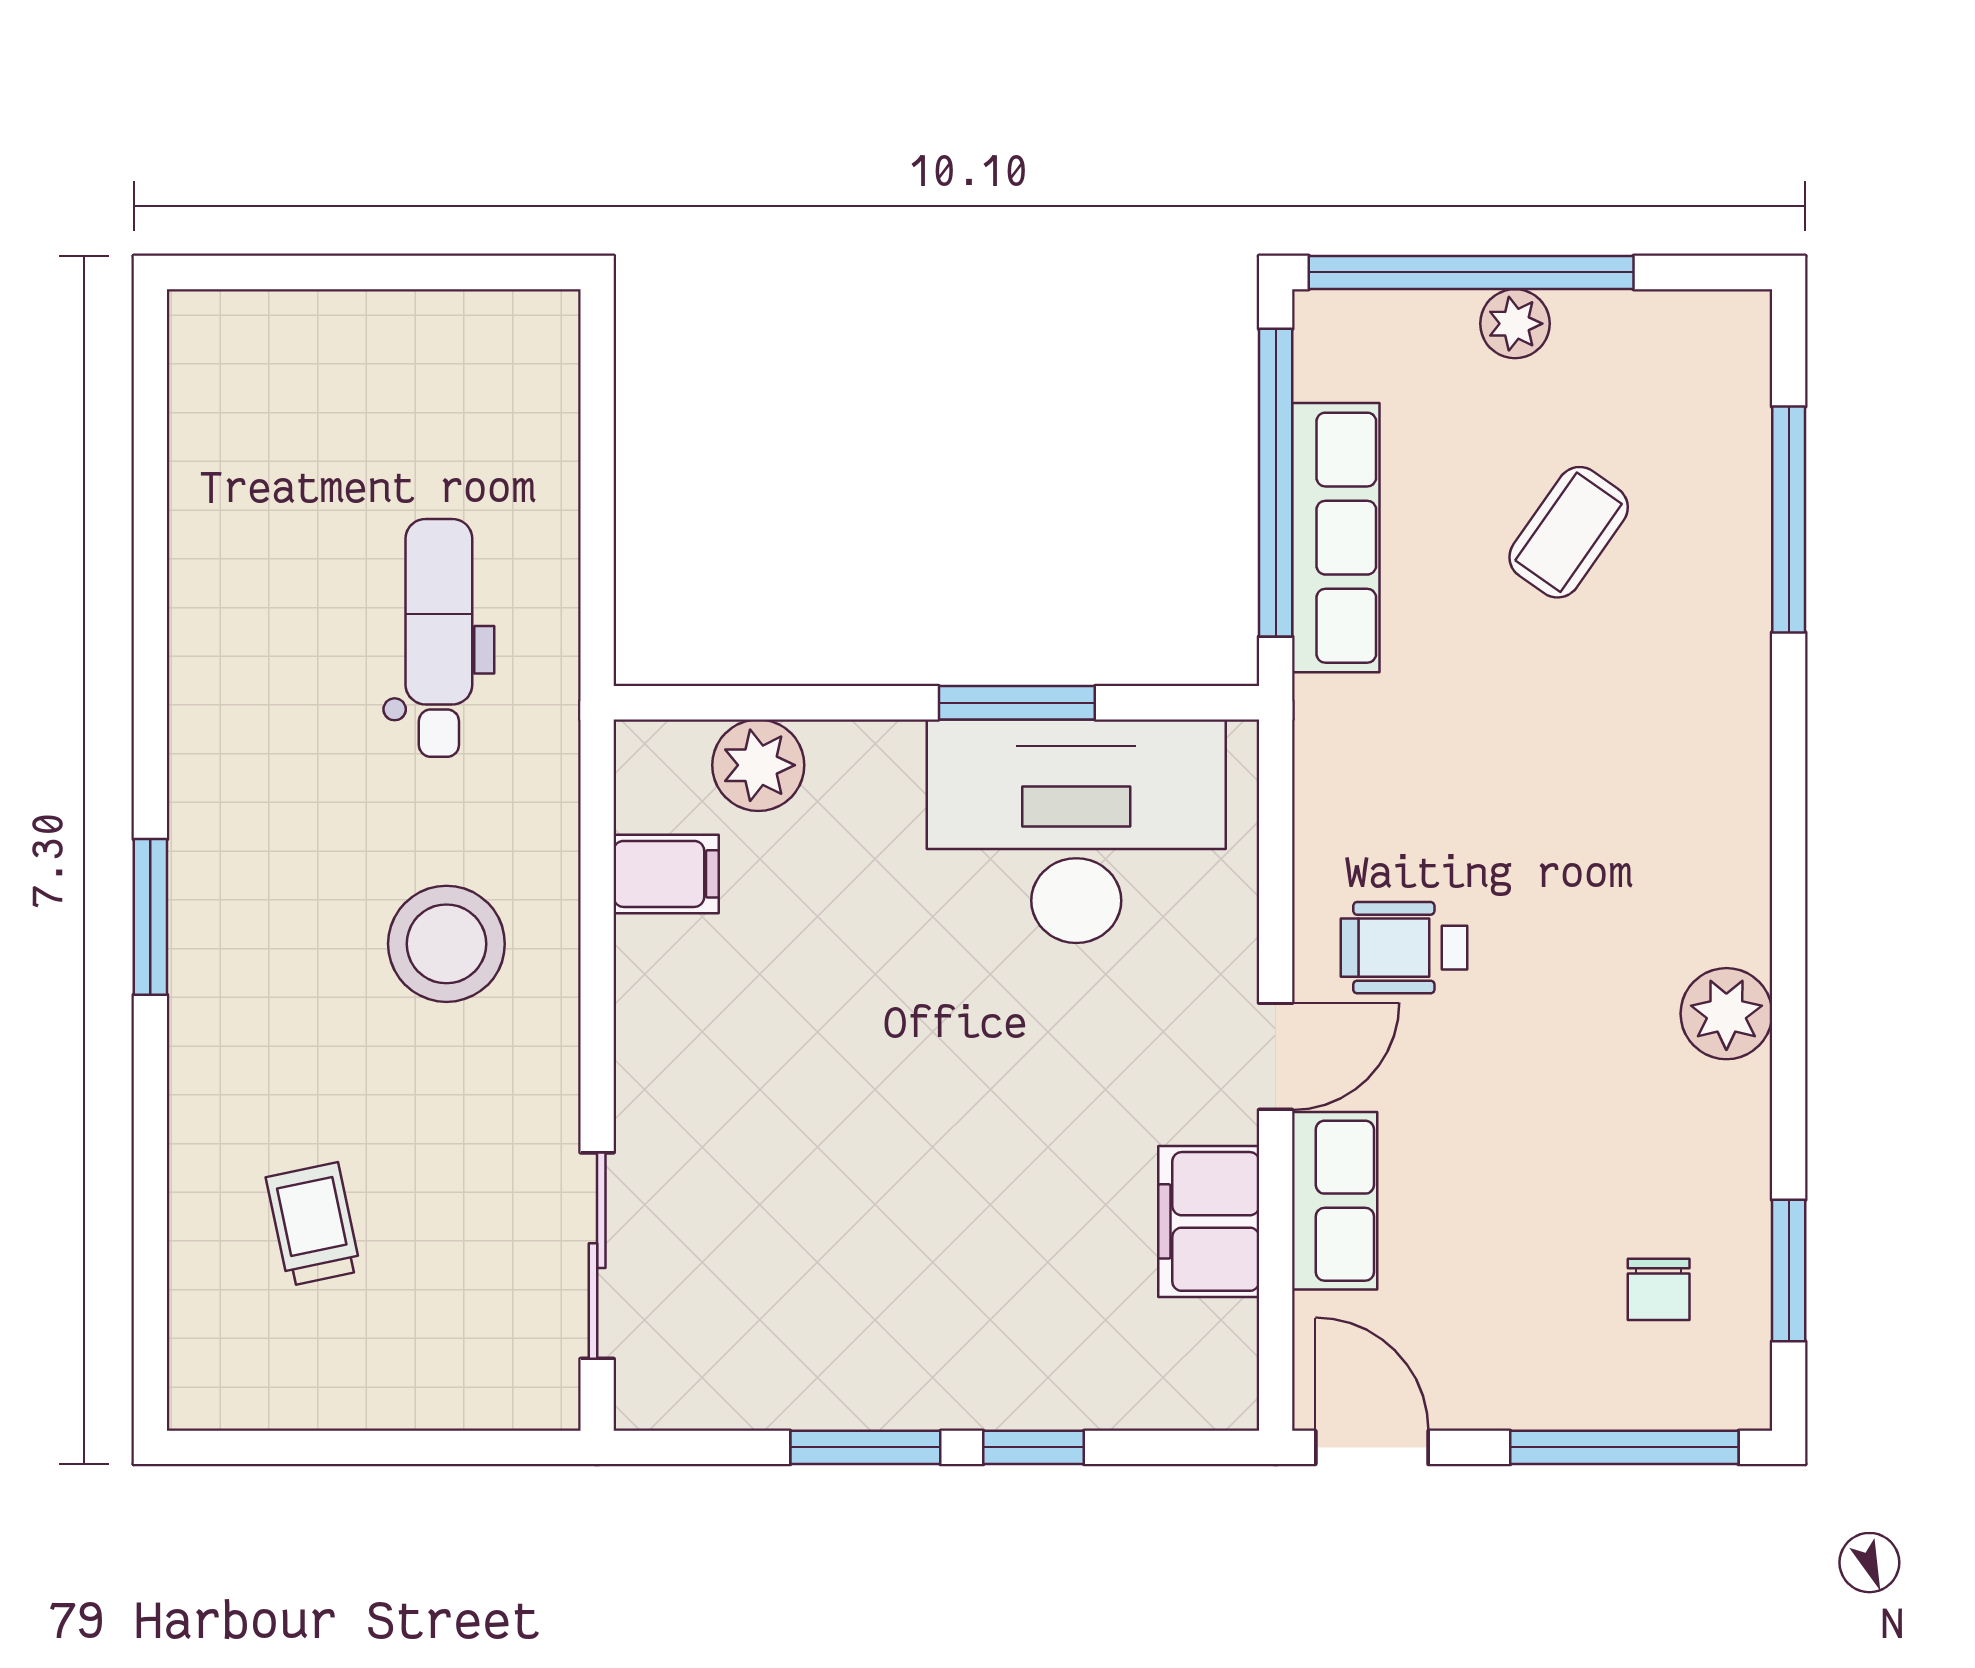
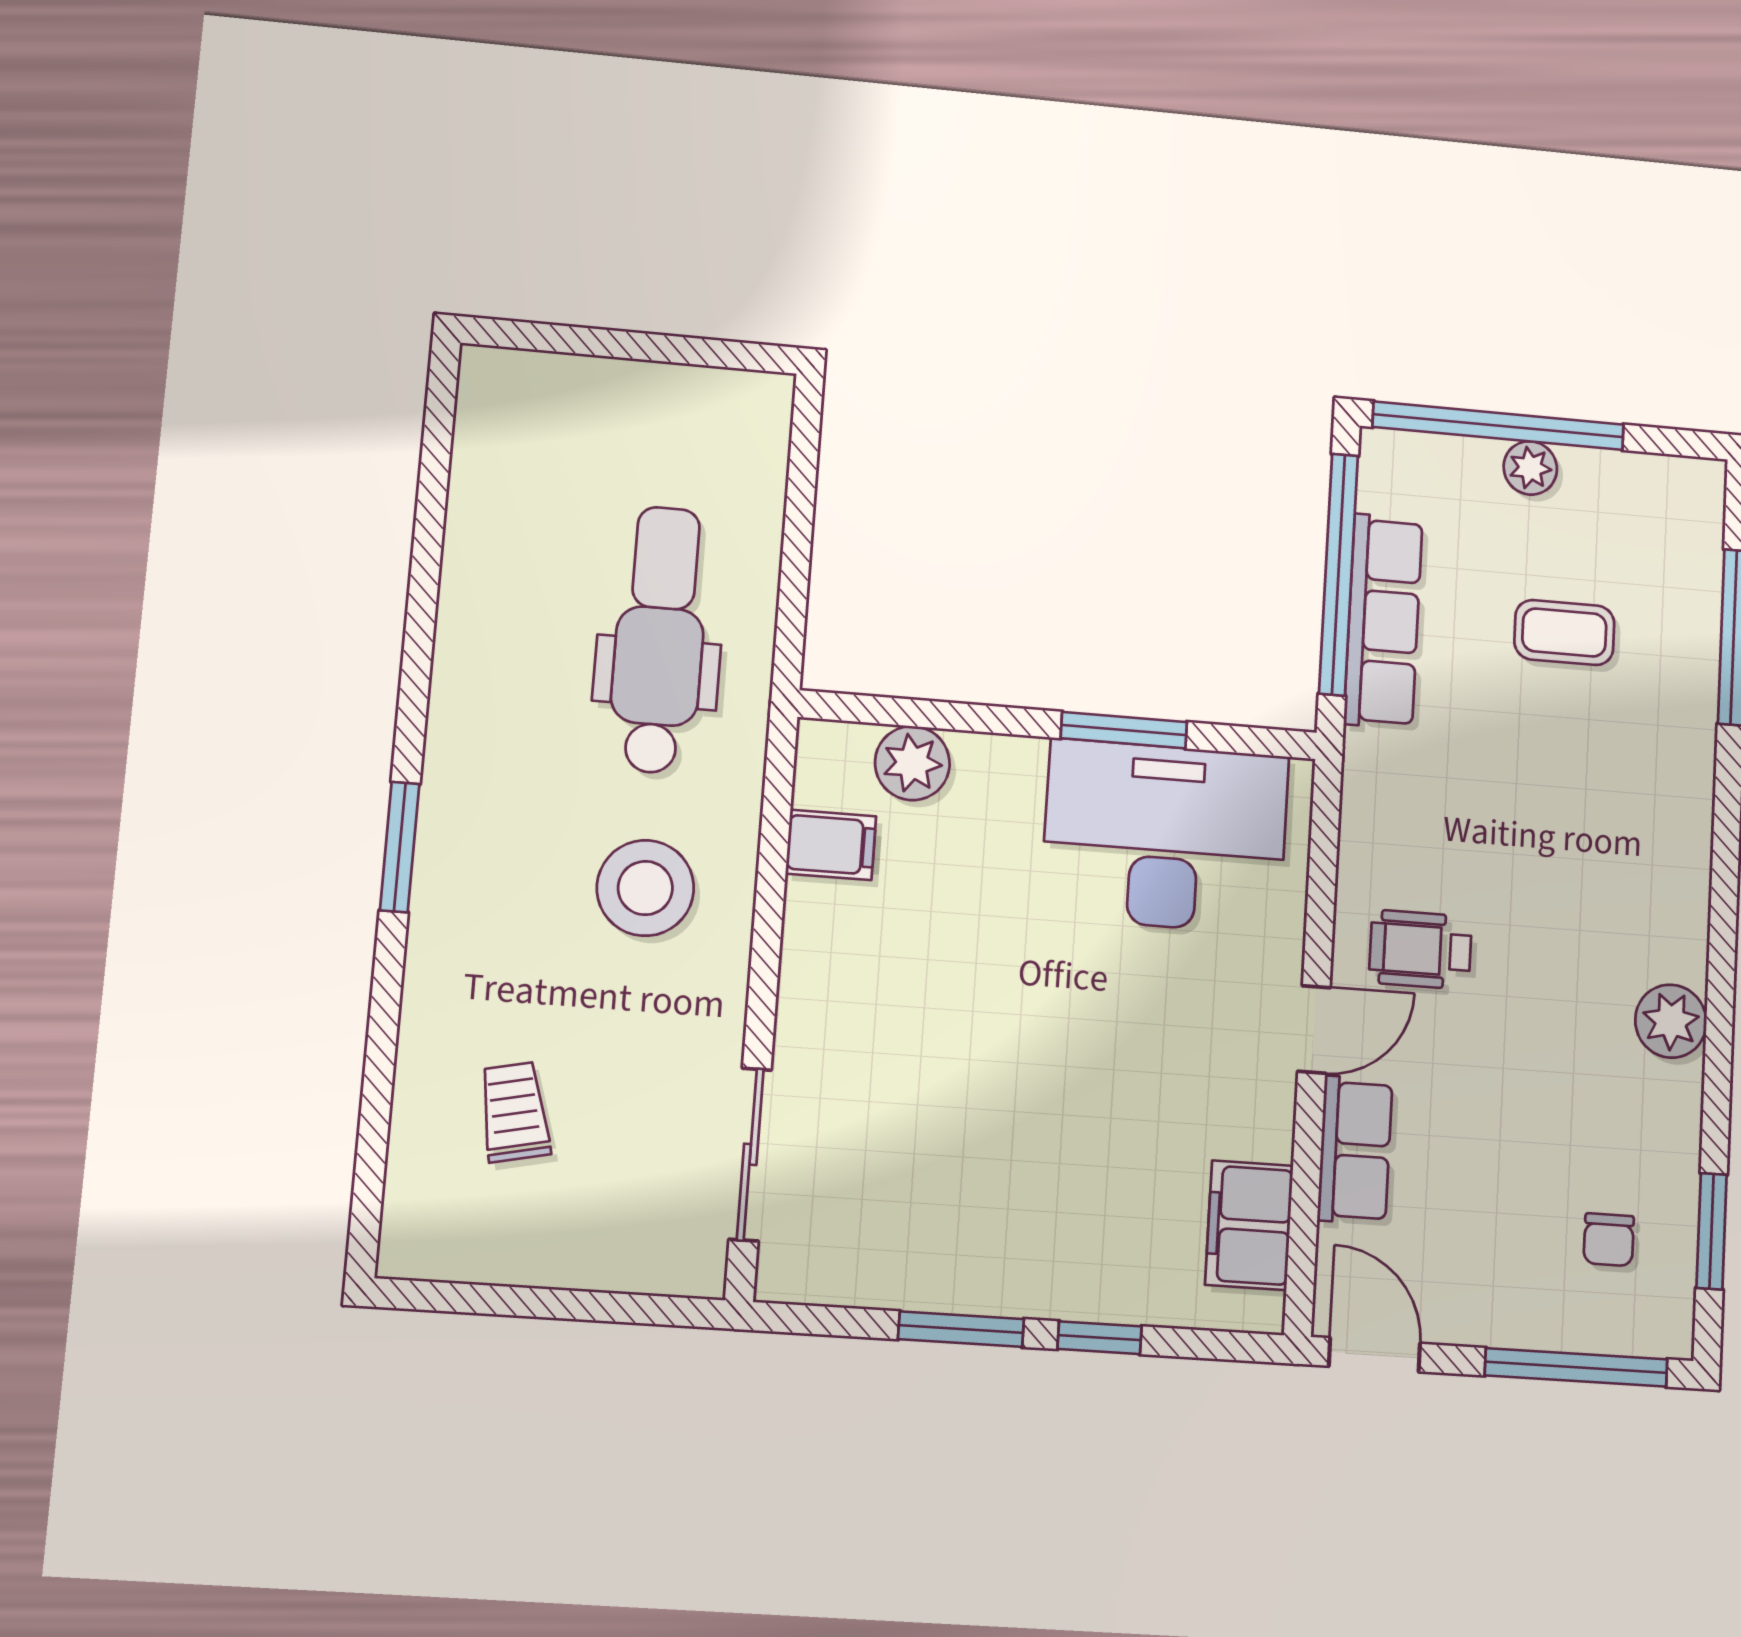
coffee table: (1569, 532) -> (1564, 633), turned 55
dental chair: (439, 638) -> (659, 640), width x1.36, depth x1.38
filing cabinet: (1209, 1221) -> (1249, 1225), moved

